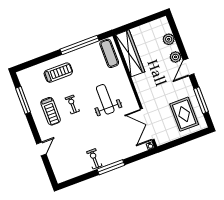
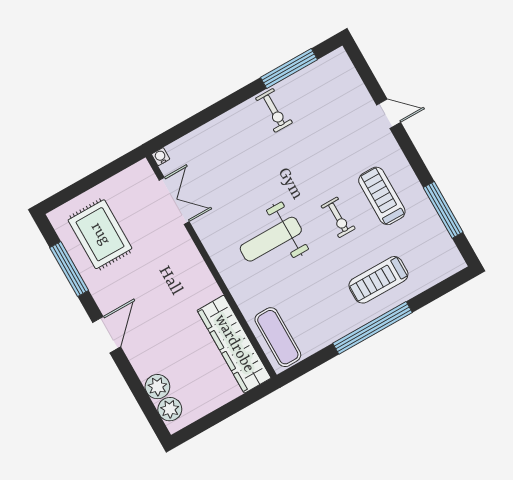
window: (80, 45) -> (373, 328), moved
plant: (176, 57) -> (170, 409), moved
weight bench: (105, 99) -> (271, 239), turned 90
double door: (147, 124) -> (174, 201), width x0.73
door: (41, 149) -> (389, 114), swing flipped
window: (111, 167) -> (289, 68), moved

